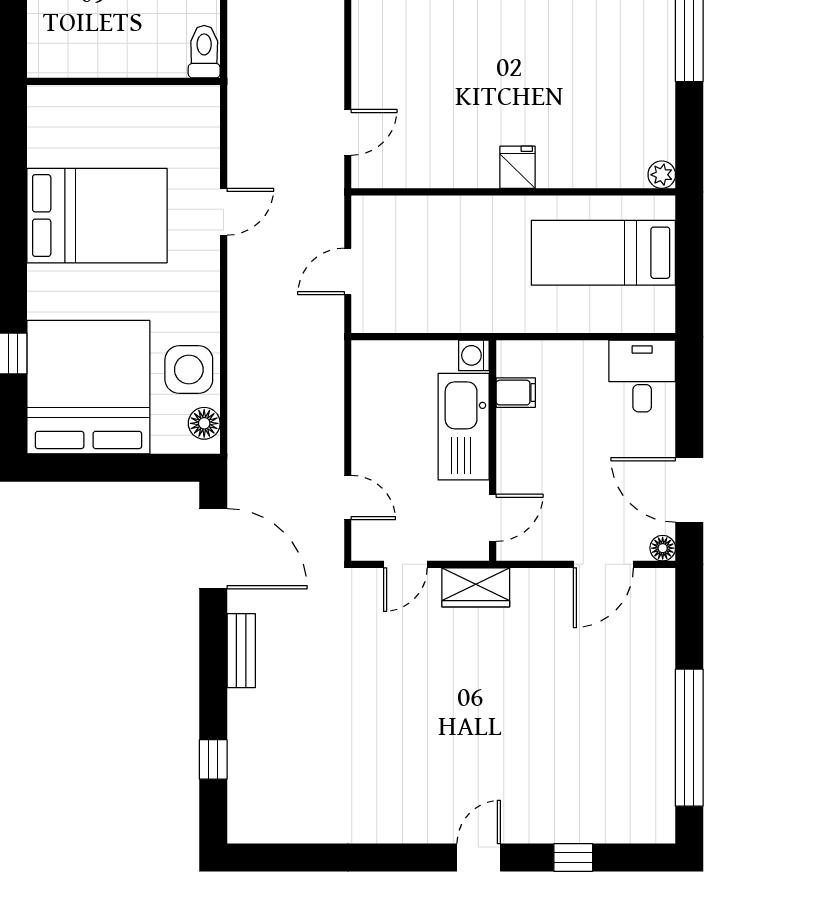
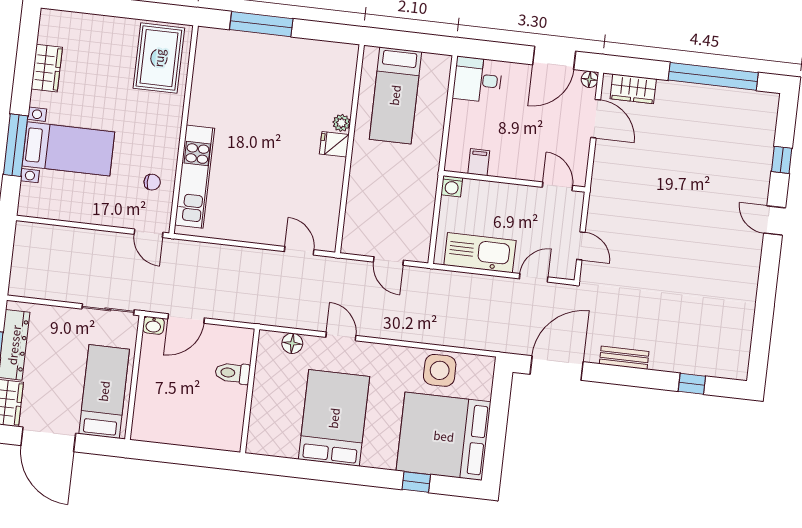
toilet: (204, 52) -> (233, 373), moved
plant: (662, 175) -> (341, 123), moved
floor lamp: (204, 423) -> (292, 343), moved
kitchen sink: (464, 427) -> (480, 253), moved, turned 180
wardrobe: (476, 587) -> (633, 89), moved, turned 90

